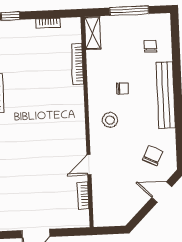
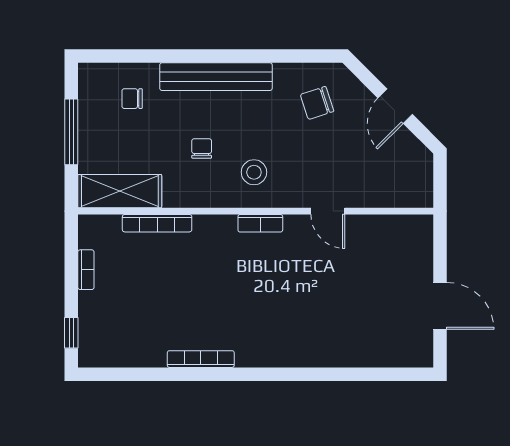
shelving: (93, 33) -> (120, 191), width x1.50, depth x1.33
chair: (153, 156) -> (317, 103), turned -44
door: (162, 192) -> (395, 106), moved
bookcase: (83, 195) -> (260, 223), moved

